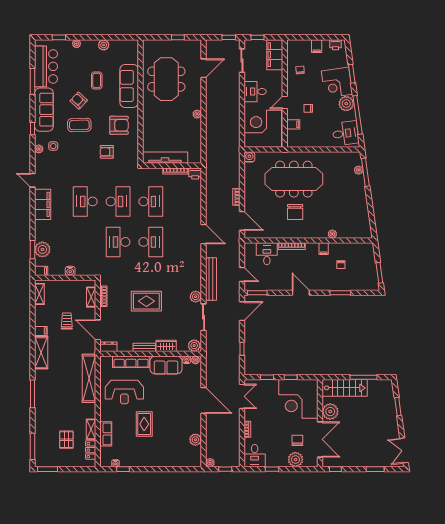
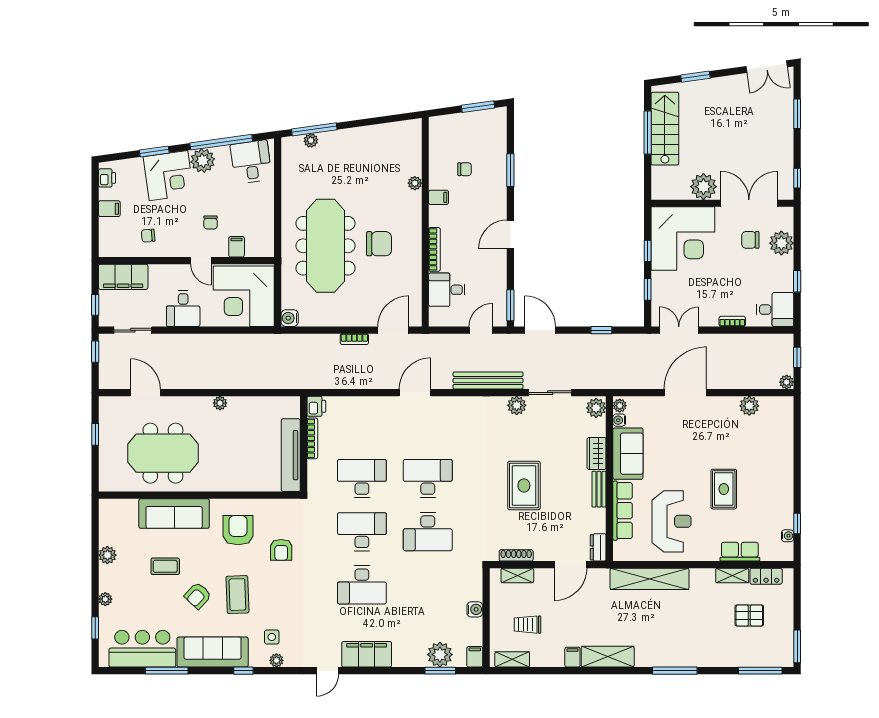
trolley: (67, 321) -> (527, 625), moved
stairs: (345, 388) -> (665, 129), moved
rug: (144, 424) -> (724, 489), turned 90

